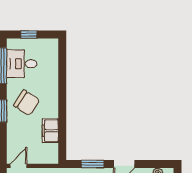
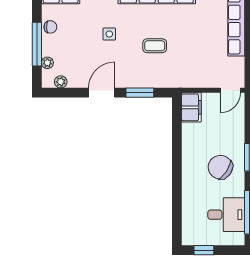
window: (29, 35) -> (204, 250), moved
filing cabinet: (50, 131) -> (191, 107), moved

